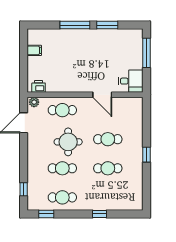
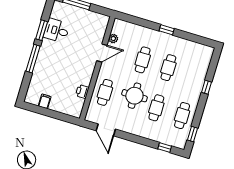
desk: (131, 81) -> (57, 31), moved, turned -90
printer: (39, 86) -> (82, 92), moved
plant: (34, 102) -> (113, 39), moved

